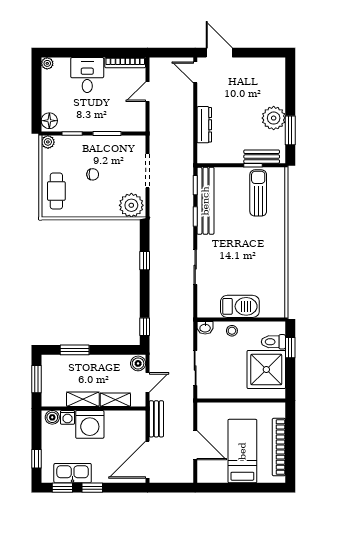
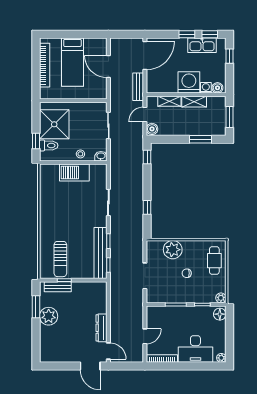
desk: (87, 75) -> (195, 349), width x1.37
dresser: (204, 125) -> (102, 328), moved
plant: (131, 205) -> (173, 250), moved

